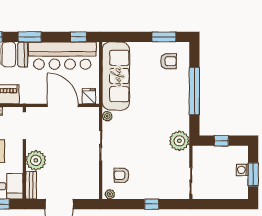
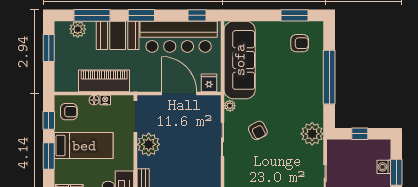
plant: (36, 160) -> (149, 144), moved
armchair: (121, 175) -> (258, 130), moved, turned -117

